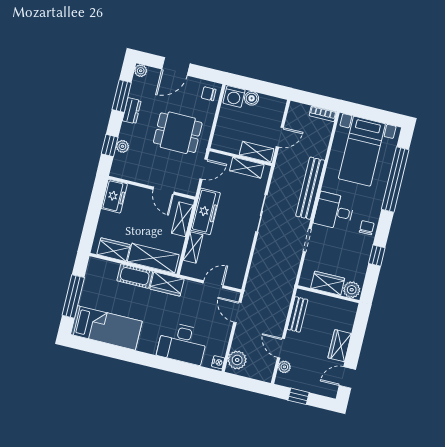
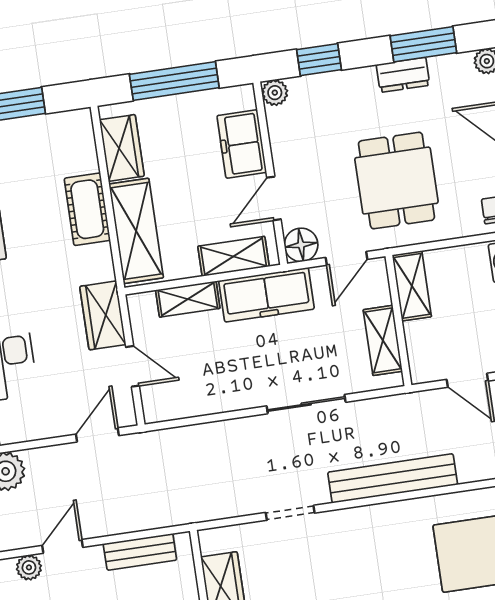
plant: (122, 146) -> (275, 93), moved
shelving: (257, 152) -> (412, 286), moved
door: (204, 169) -> (346, 258), hinge flipped
floor lamp: (189, 187) -> (301, 245), added
freezer: (114, 196) -> (242, 144), moved, turned 90
desk: (334, 211) -> (367, 542), removed
window: (93, 214) -> (174, 81), added
wardrobe: (167, 284) -> (103, 315), moved

